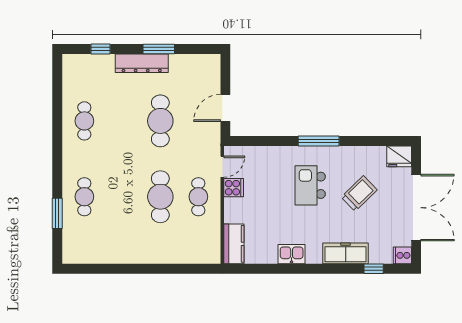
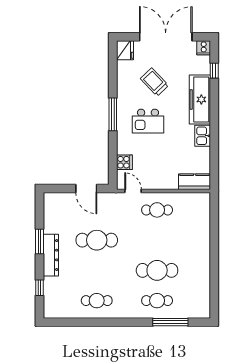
cooker: (234, 188) -> (124, 162), moved, turned 90
cafe table: (160, 197) -> (157, 270), moved
window: (57, 213) -> (170, 322), width x1.44
freezer: (346, 253) -> (200, 99), width x1.36, depth x1.26

